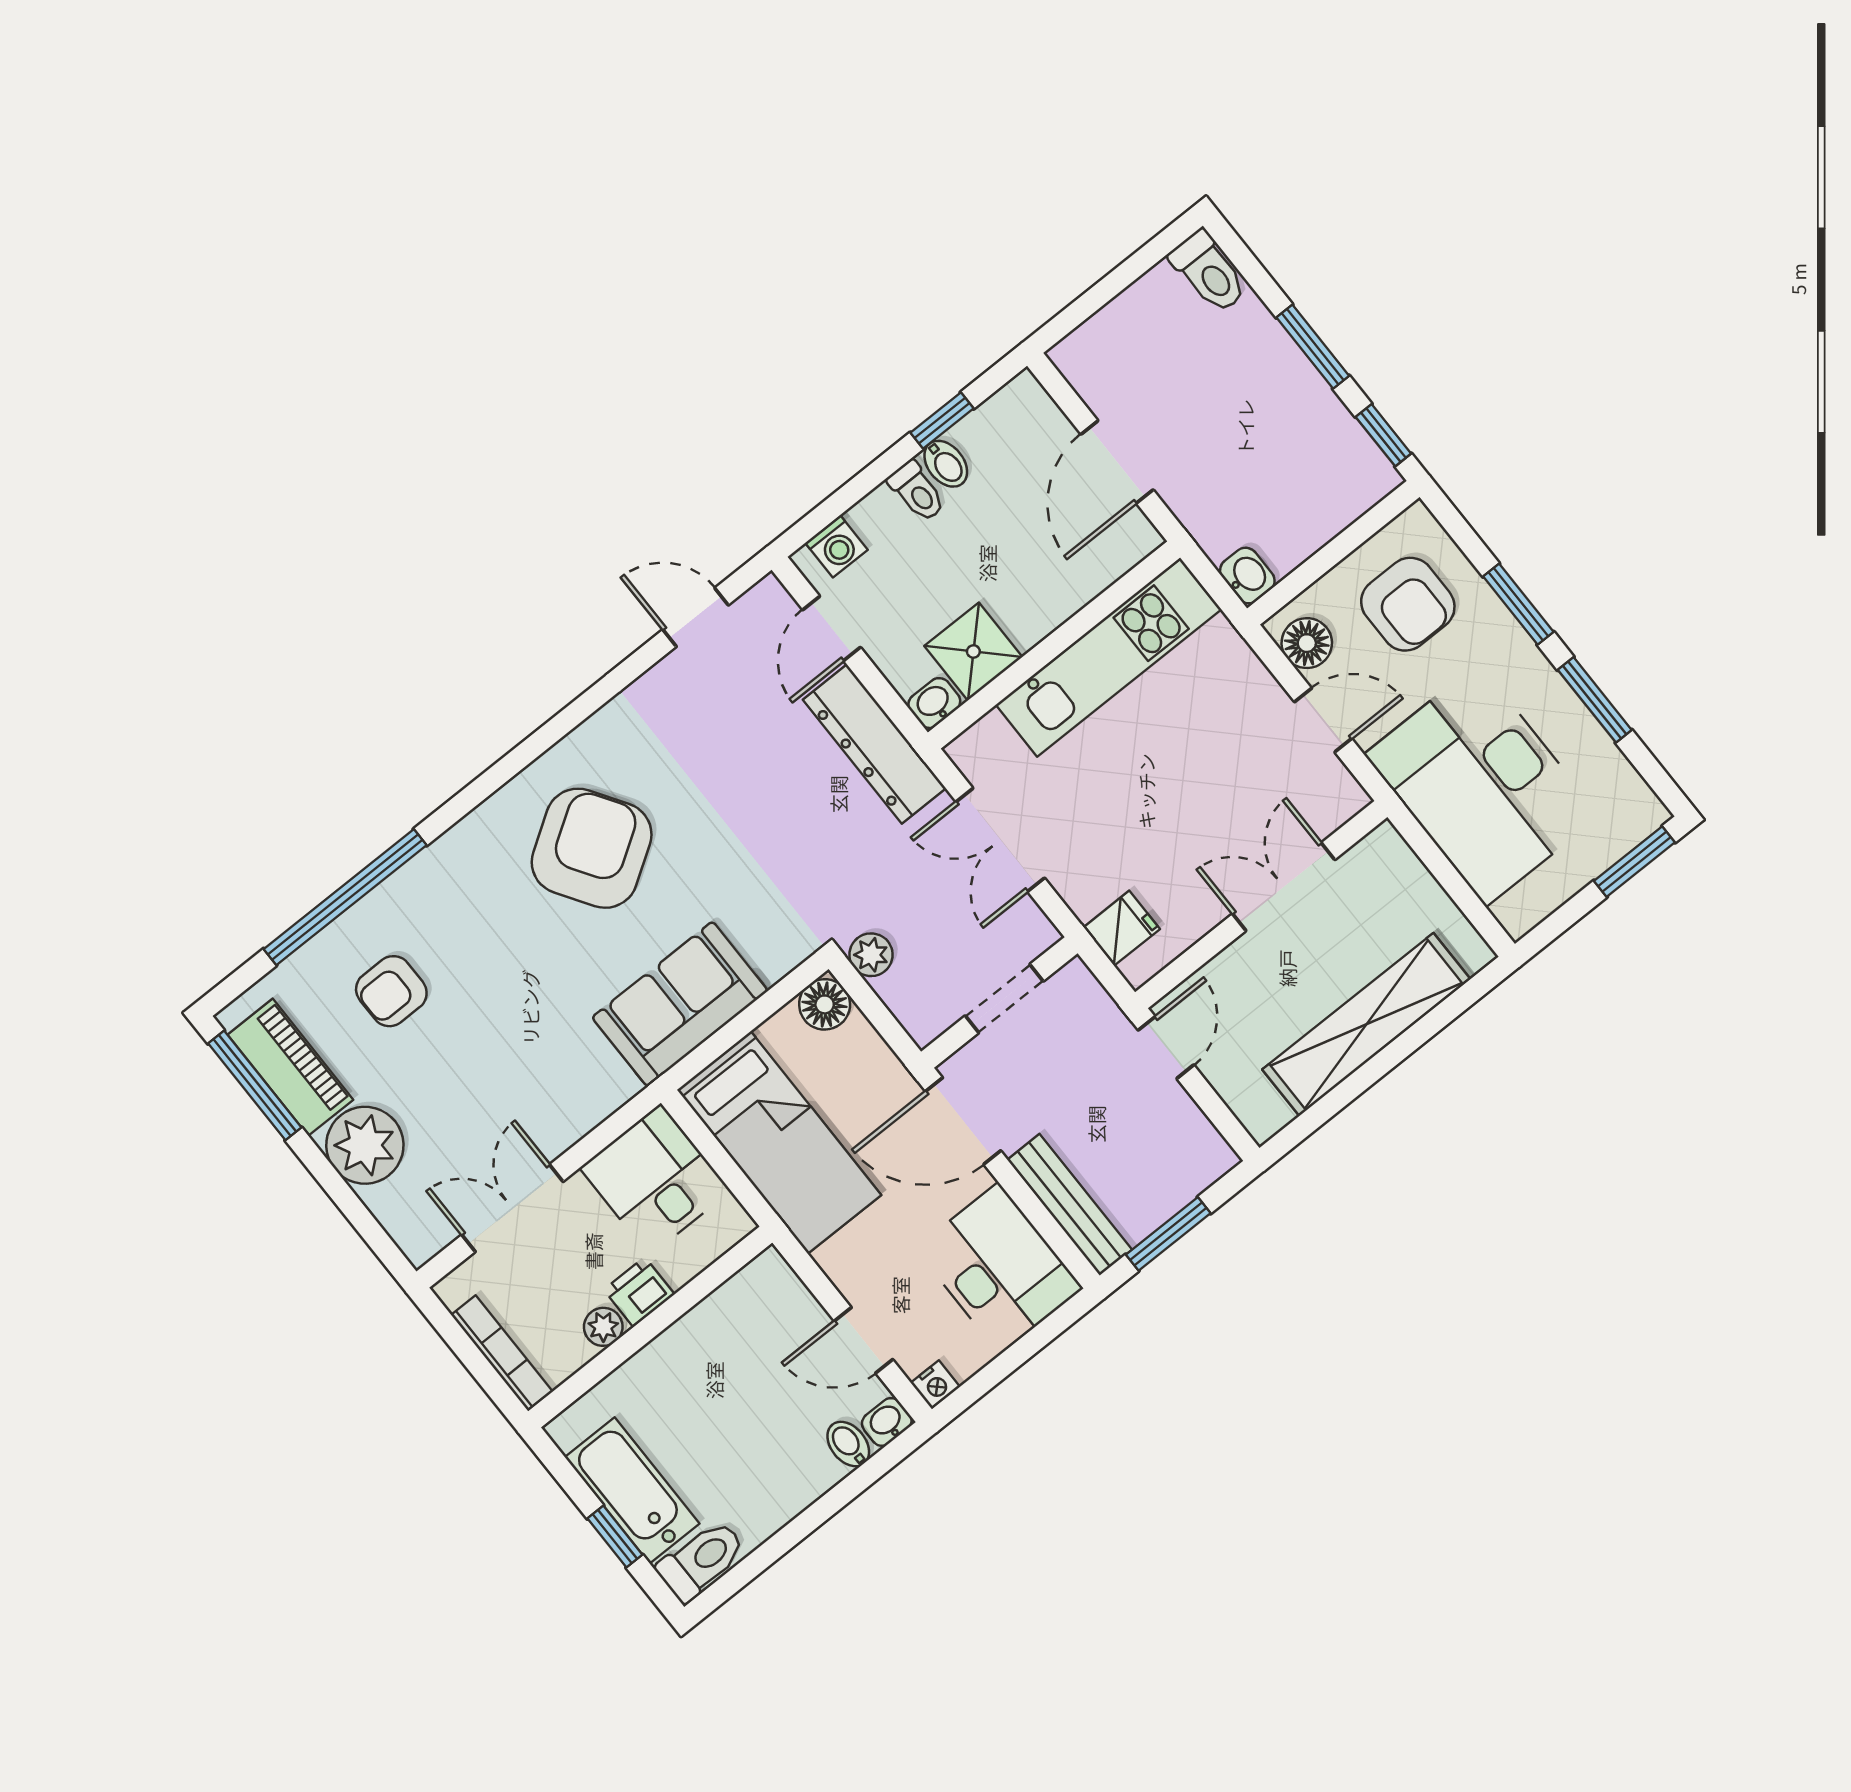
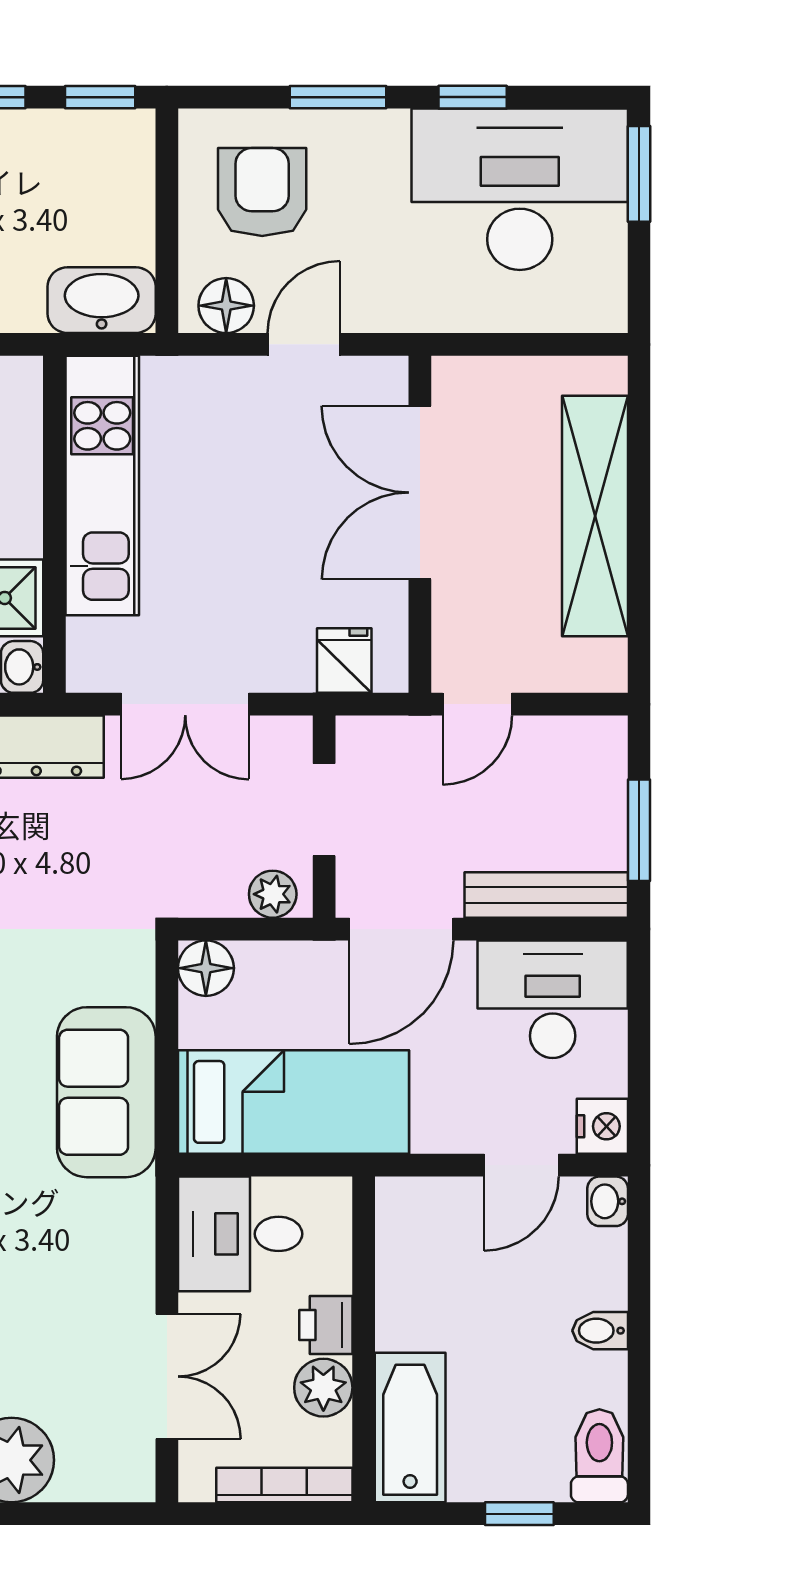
washbasin: (1247, 576) -> (102, 300), width x1.91, depth x1.45
armchair: (1408, 604) -> (262, 192), turned -90
window: (1595, 700) -> (473, 97), width x0.67
desk: (1482, 785) -> (520, 189), moved, turned 180
double door: (1284, 887) -> (420, 493), width x1.37
plant: (871, 955) -> (273, 894), moved
door: (1166, 1047) -> (477, 704), swing flipped
double door: (512, 1208) -> (167, 1376), swing flipped
plant: (603, 1327) -> (323, 1388), width x1.38, depth x1.38
nightstand: (935, 1385) -> (602, 1126), width x1.39, depth x1.35
bidet: (848, 1444) -> (600, 1331), moved
bathtub: (632, 1490) -> (410, 1428), moved, turned 90

